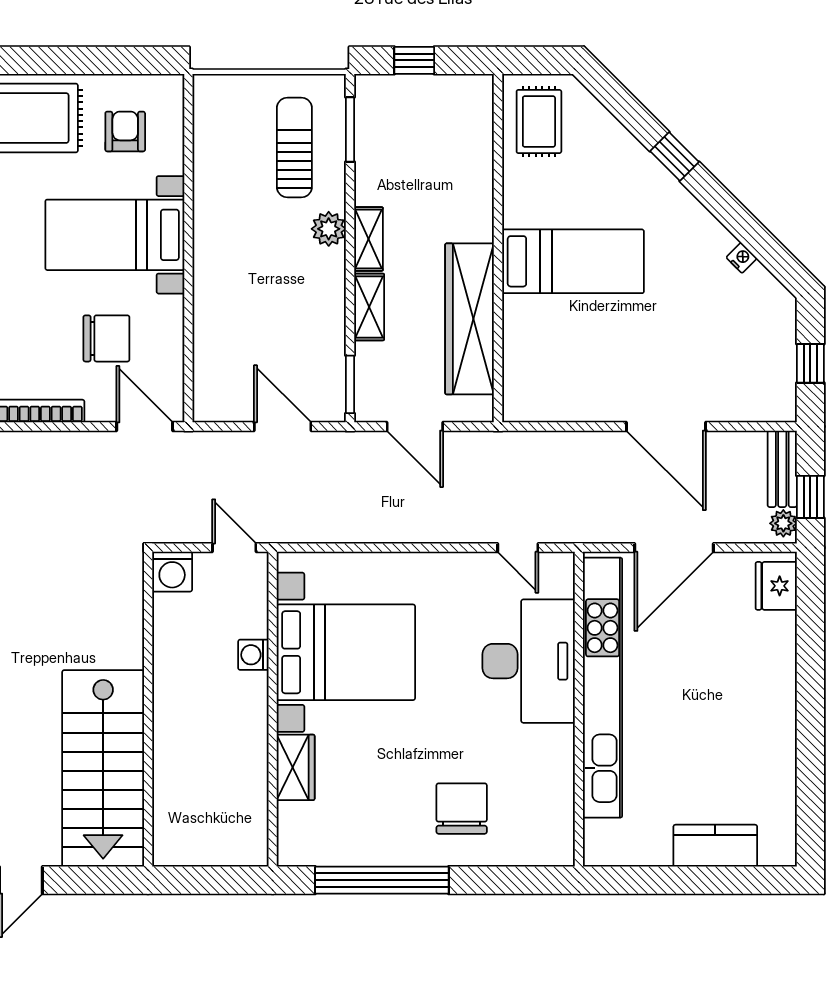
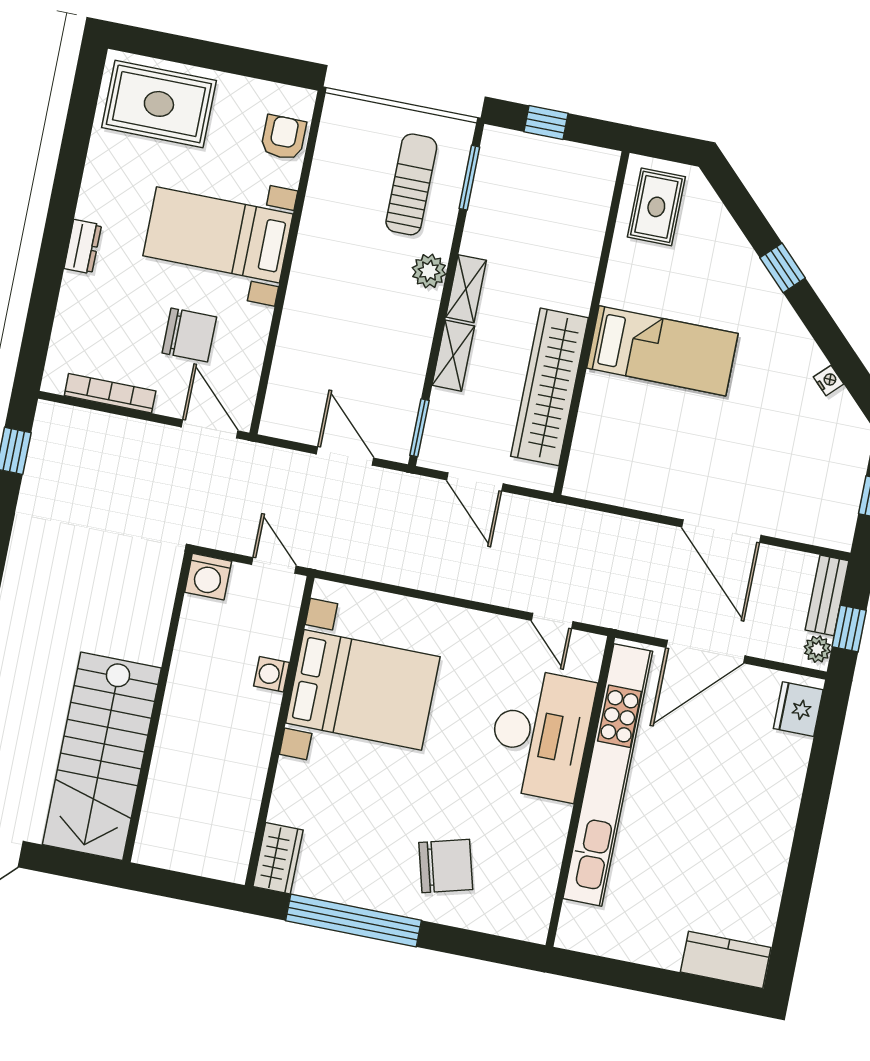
armchair: (125, 132) -> (283, 137), moved
wardrobe: (296, 767) -> (278, 858), moved
chair: (462, 809) -> (446, 866), turned 75
kitchen counter: (715, 846) -> (726, 960), moved

